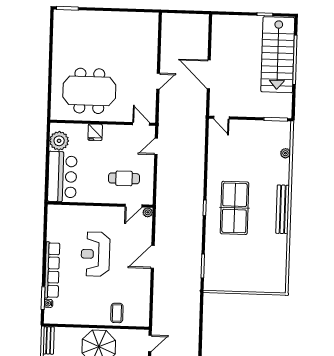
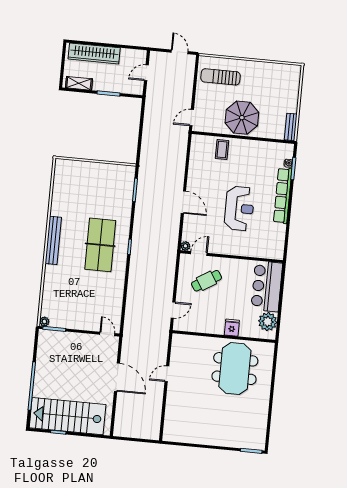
stairs: (278, 55) -> (68, 416), moved, turned -90
meeting table: (89, 91) -> (235, 369), turned 90
door: (141, 124) -> (186, 333), removed
plant: (285, 153) -> (44, 322), moved
cafe table: (124, 178) -> (207, 281), turned -32
door: (153, 257) -> (183, 202), hinge flipped

